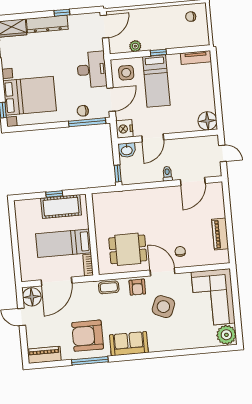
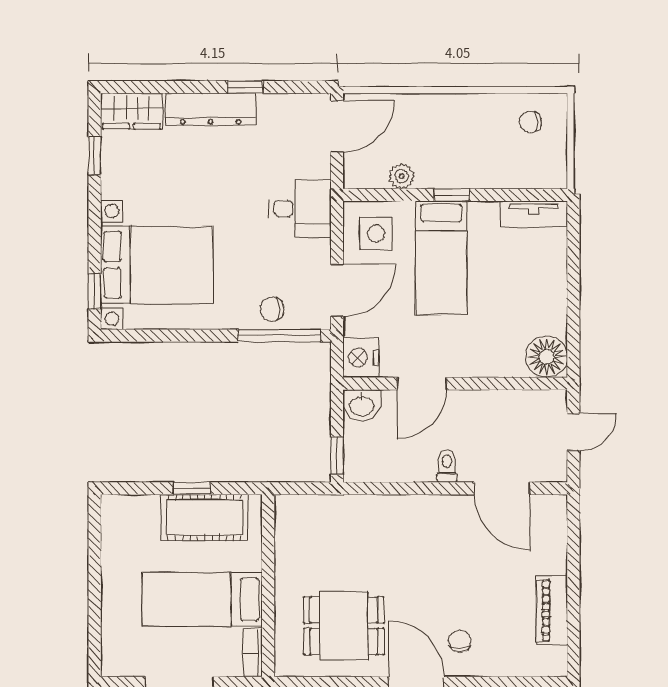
desk: (92, 70) -> (300, 209), width x0.73
door: (222, 153) -> (573, 432), hinge flipped
door: (193, 181) -> (502, 488), hinge flipped

